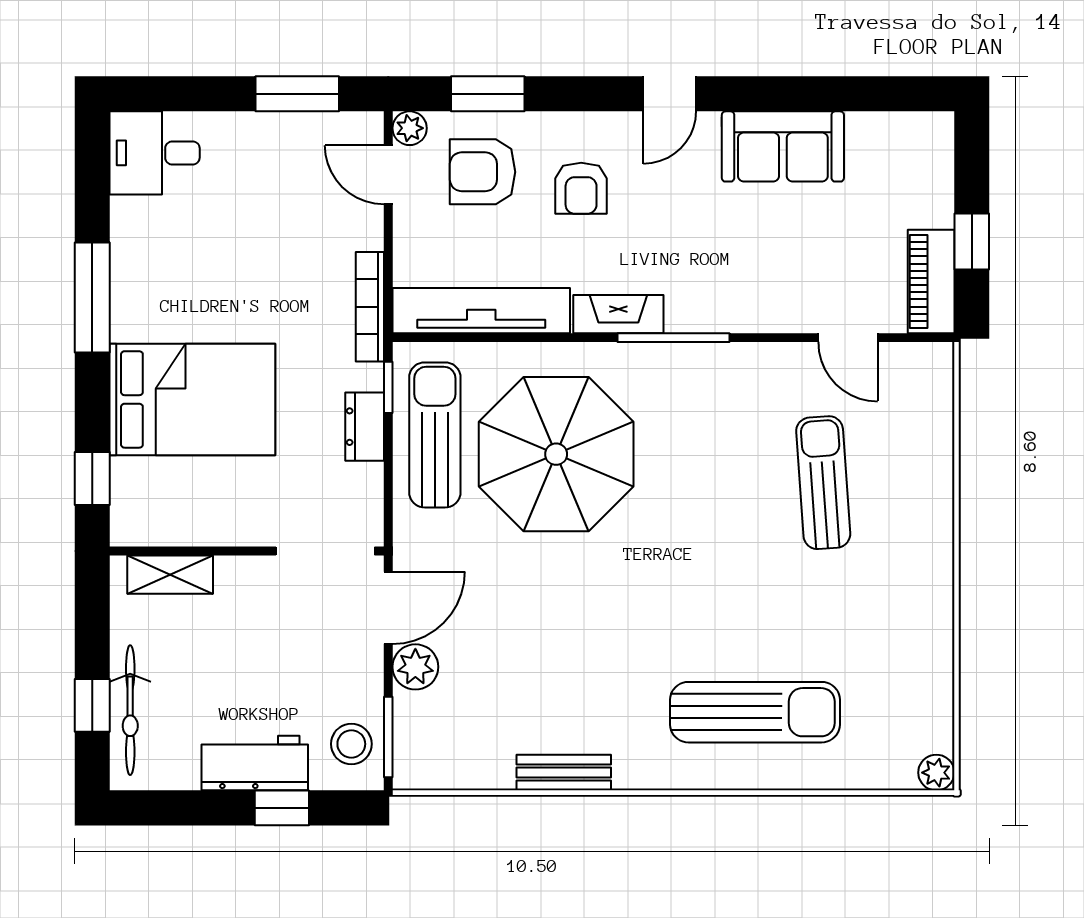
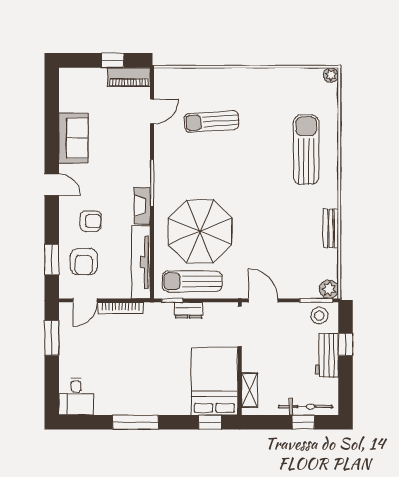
plant: (410, 128) -> (66, 292), removed
bookcase: (370, 307) -> (121, 308), moved
bed: (192, 399) -> (214, 381), moved
plant: (415, 667) -> (329, 289), moved

